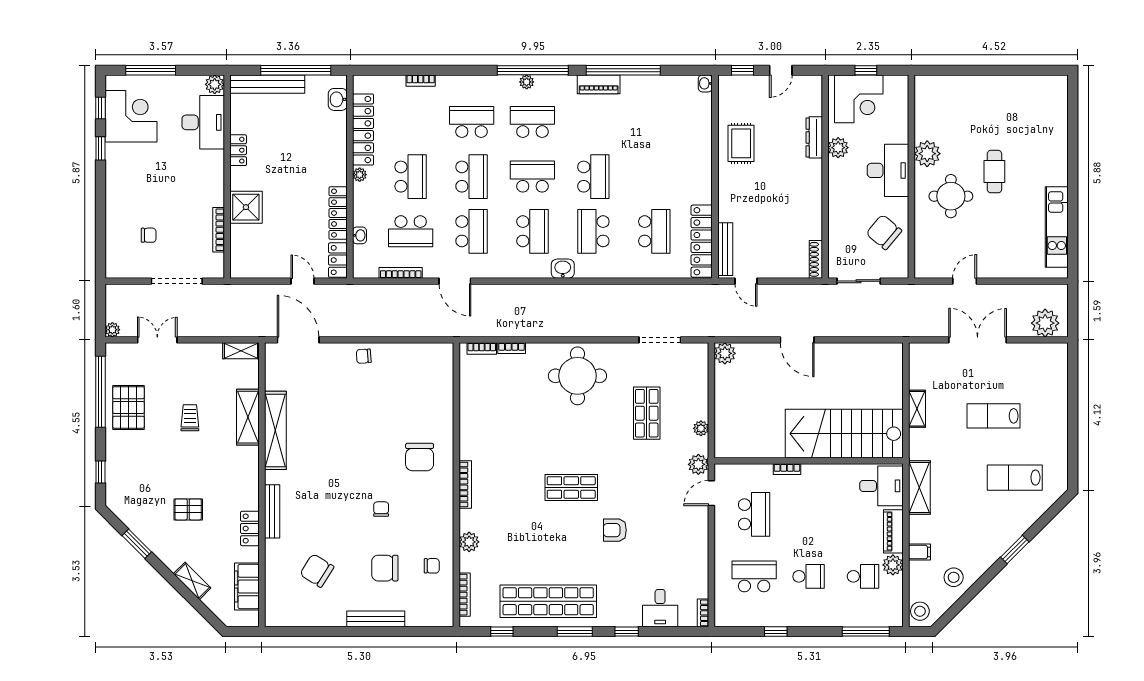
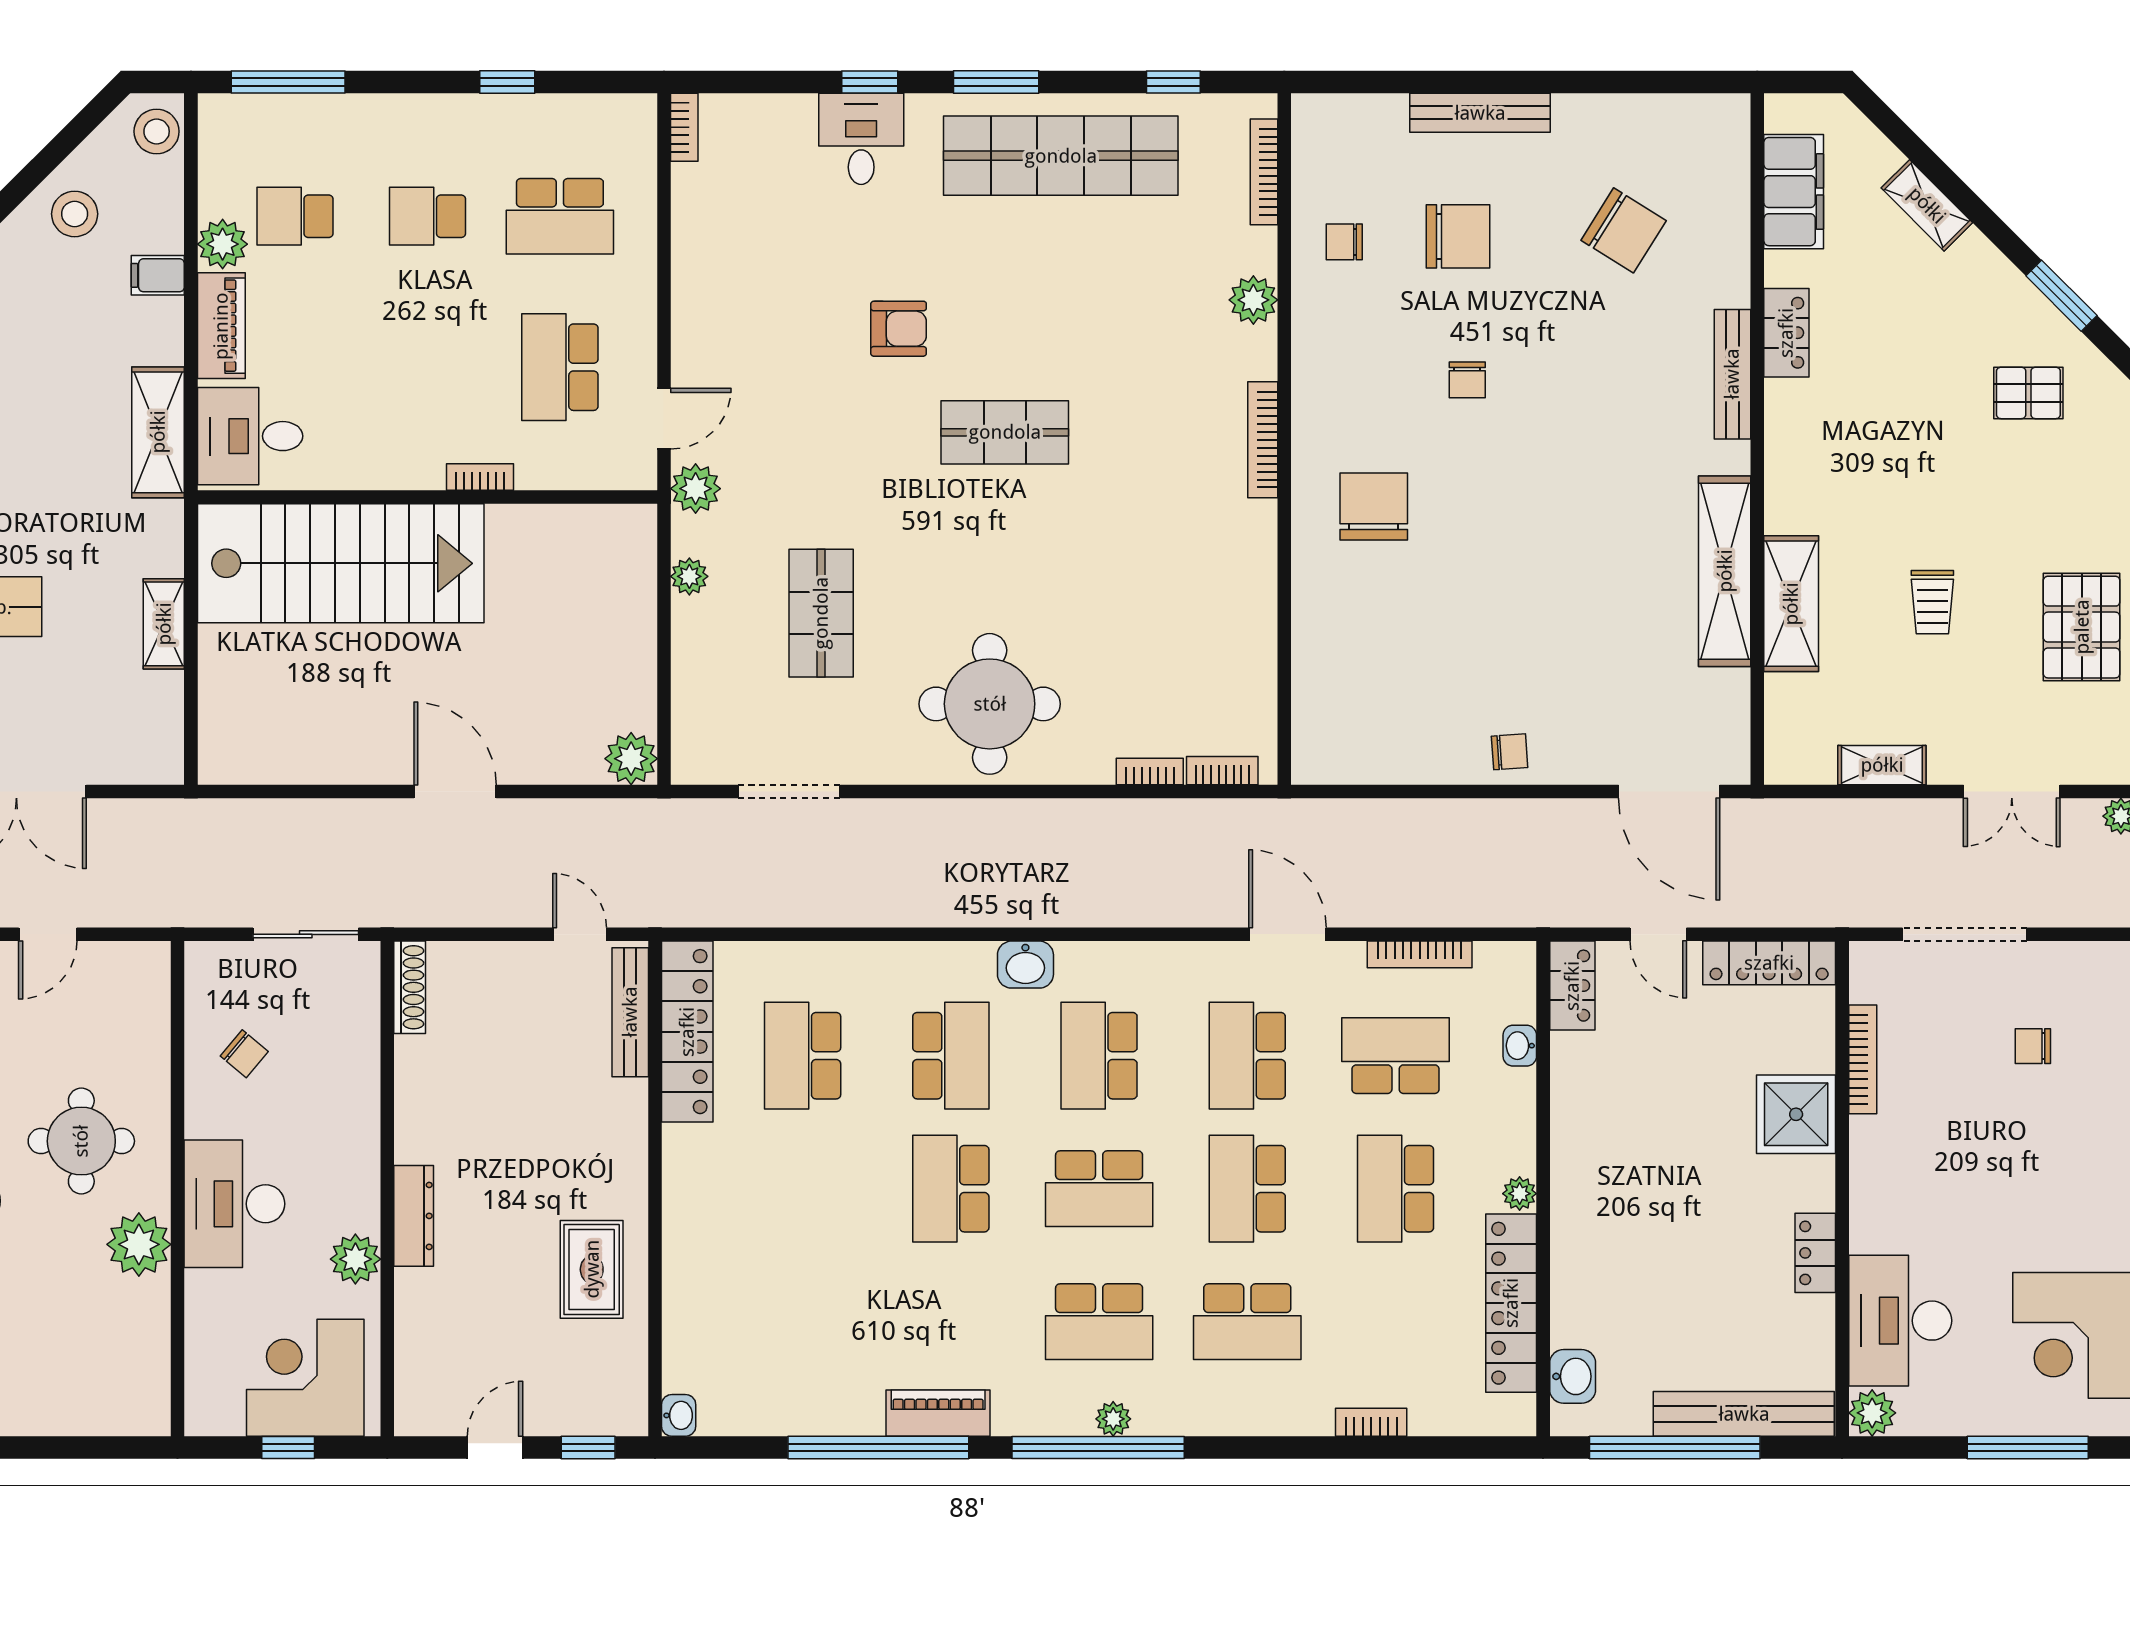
dresser: (814, 137) -> (414, 1216), moved
locker: (338, 213) -> (1769, 963), moved, turned 90
chair: (884, 232) -> (244, 1054), width x0.54, depth x0.54
shelving: (241, 351) -> (1882, 765), moved
pallet: (188, 509) -> (2028, 393), moved
desk: (660, 608) -> (861, 139), moved

